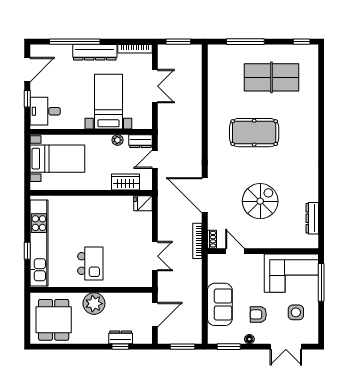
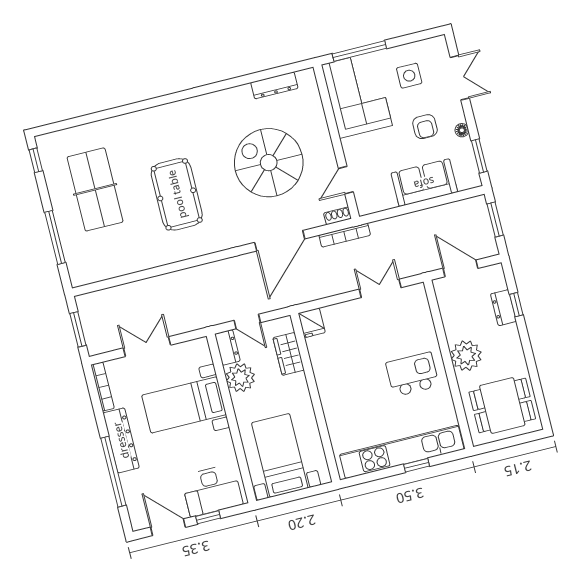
desk: (45, 111) -> (212, 490), width x1.37
plant: (118, 140) -> (240, 378), width x1.88, depth x1.88
spiral stairs: (260, 201) -> (269, 163), width x1.37, depth x1.37

